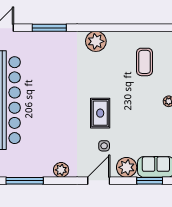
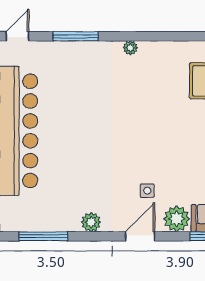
plant: (96, 41) -> (130, 48), width x0.53, depth x0.53
rug: (100, 113) -> (142, 148), removed

